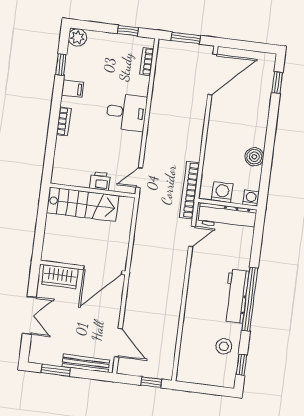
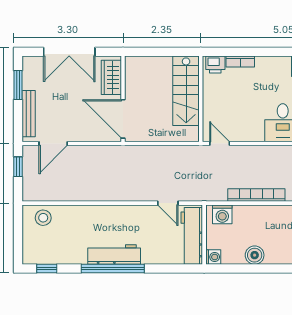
bookcase: (64, 121) -> (240, 62), moved
printer: (100, 181) -> (215, 64), moved, turned 90
bookcase: (190, 190) -> (256, 195), moved
washing machine: (222, 192) -> (222, 214), moved, turned 90
double door: (29, 315) -> (69, 52), width x1.37
stool: (224, 346) -> (43, 218), moved
window: (152, 382) -> (18, 167), moved

